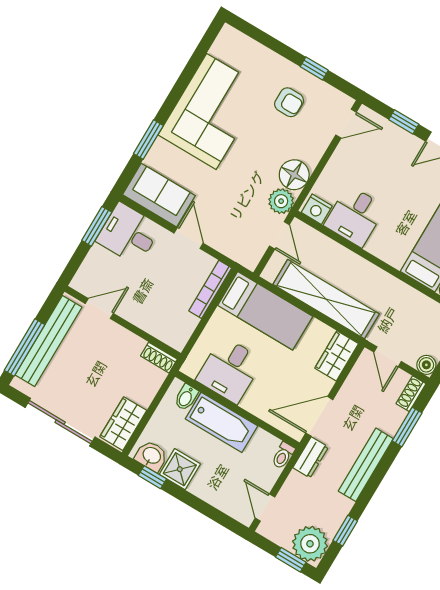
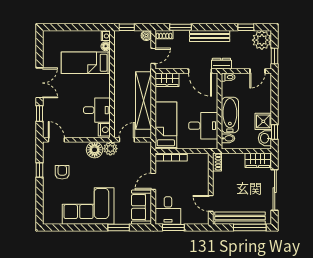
window: (291, 560) -> (275, 56), moved

